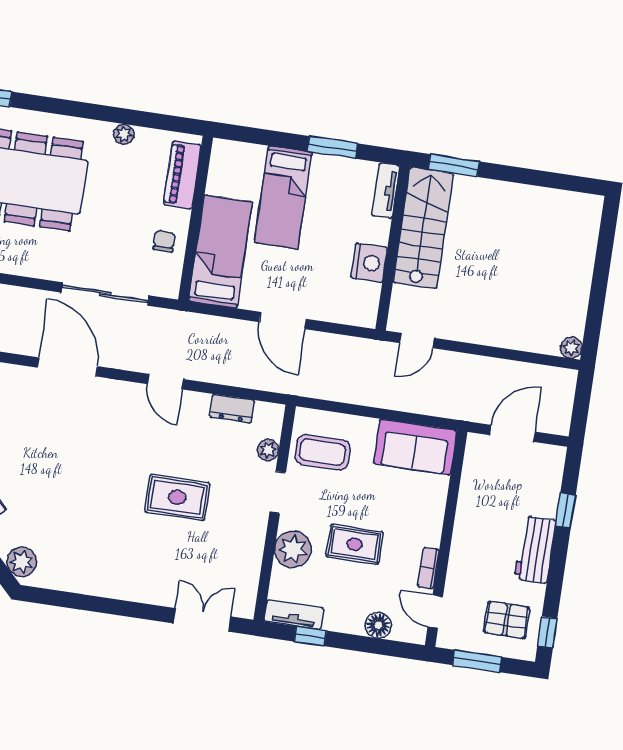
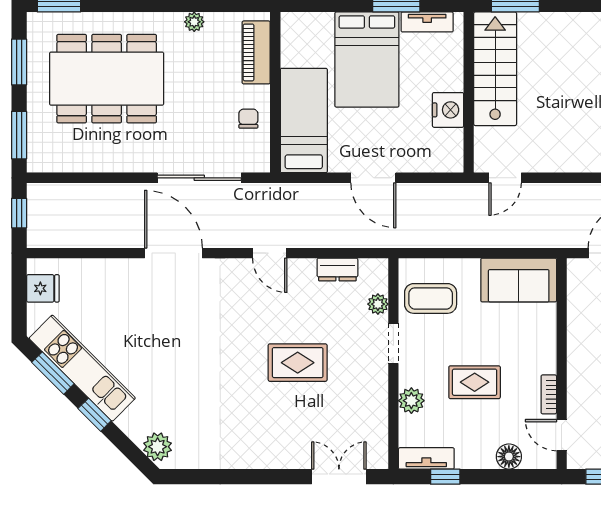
tv unit: (386, 190) -> (427, 22), moved, turned -90
bed: (283, 197) -> (367, 60), width x1.50
plant: (293, 549) -> (411, 401), width x0.73, depth x0.73

